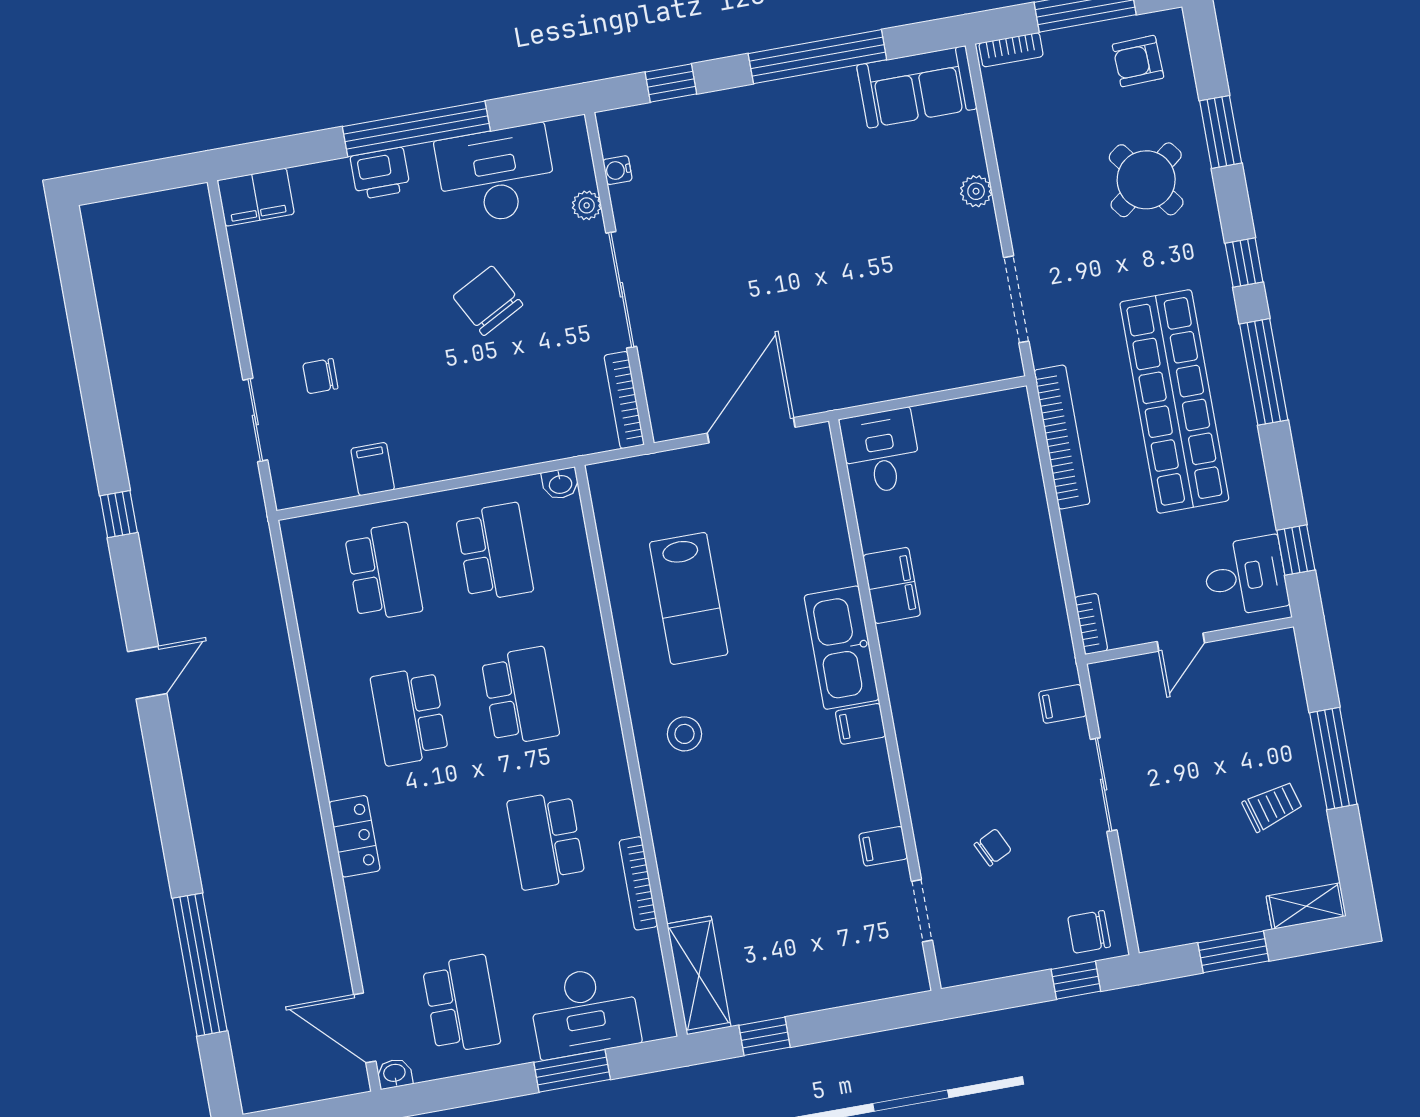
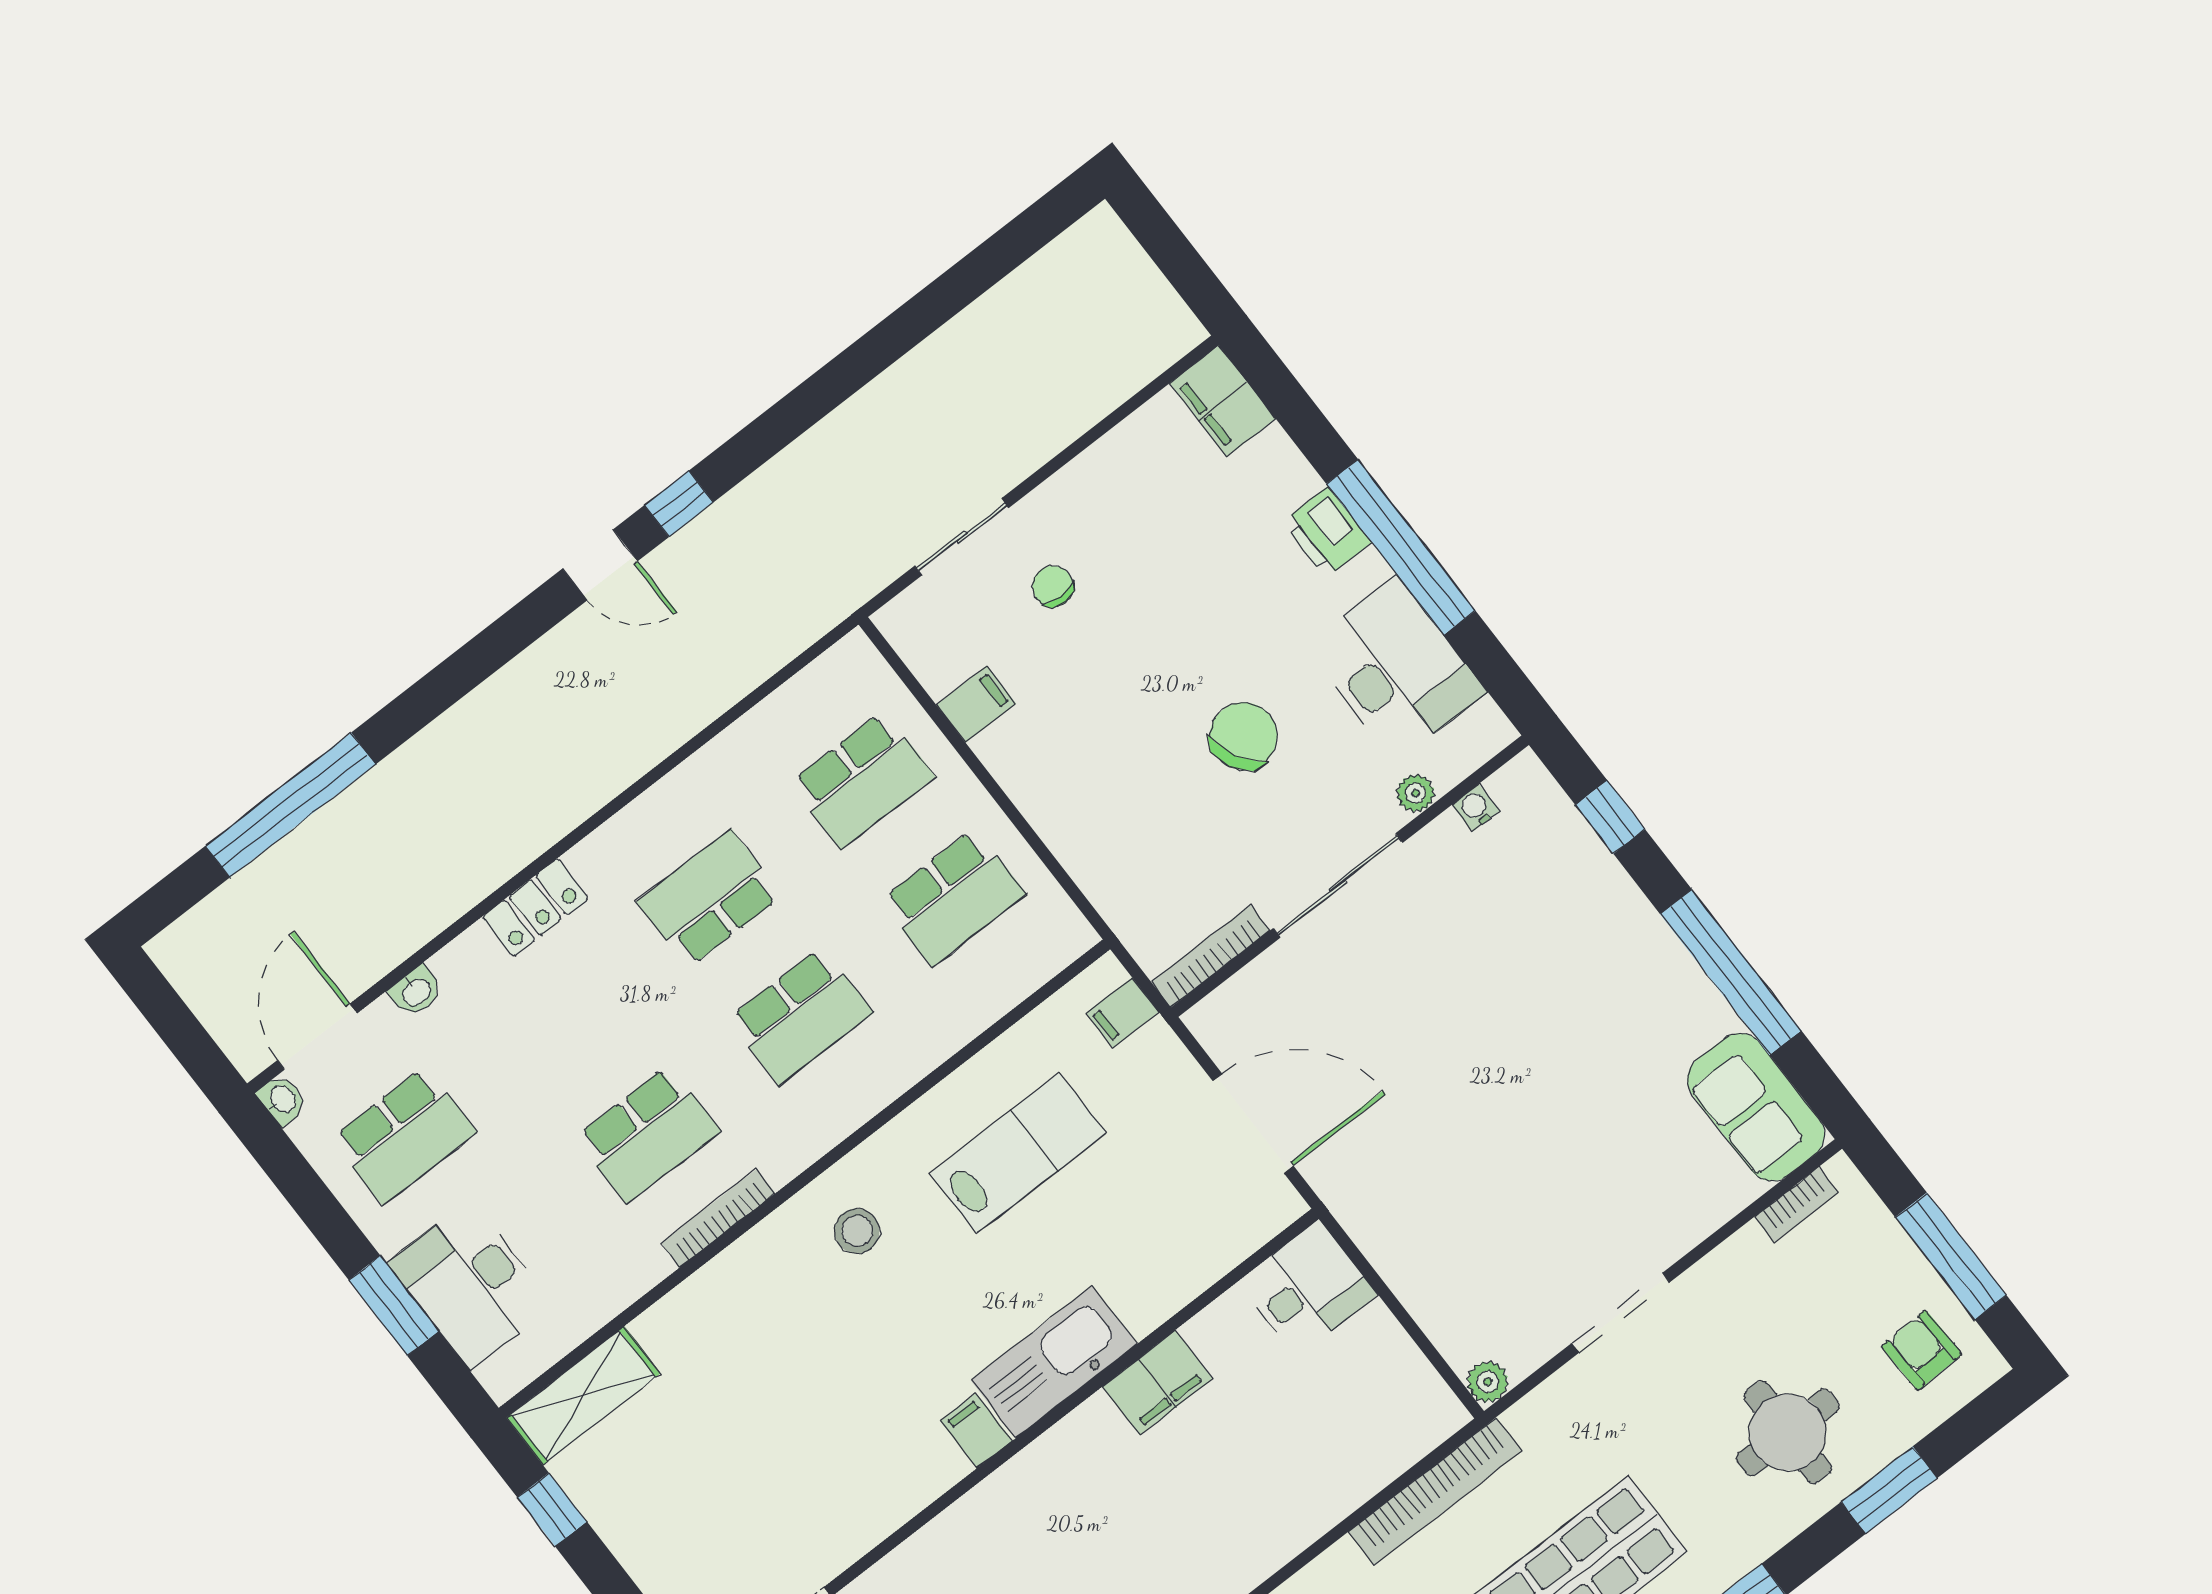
bookcase: (1011, 50) -> (1796, 1205), moved, turned -90
round table: (1146, 180) -> (1788, 1432), turned 37
plant: (976, 191) -> (1488, 1382), moved
doorway: (1016, 299) -> (1621, 1313), moved
washbasin: (560, 484) -> (416, 991), moved, turned -90
window: (119, 514) -> (679, 504), moved
lab bench: (689, 598) -> (1018, 1153), turned 180
school desk: (546, 840) -> (648, 1134), turned 180
filing cabinet: (883, 846) -> (1122, 1013), moved, turned -90
bookcase: (638, 883) -> (718, 1218), moved

